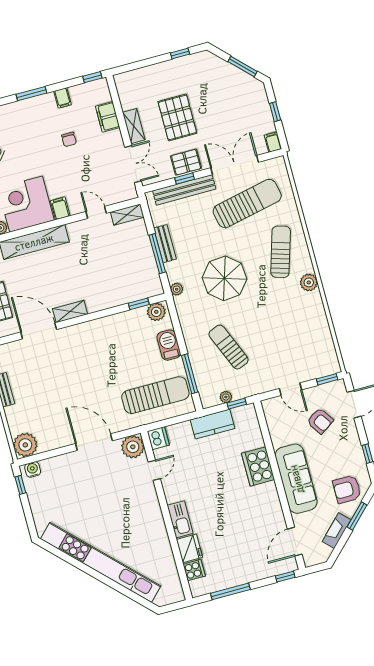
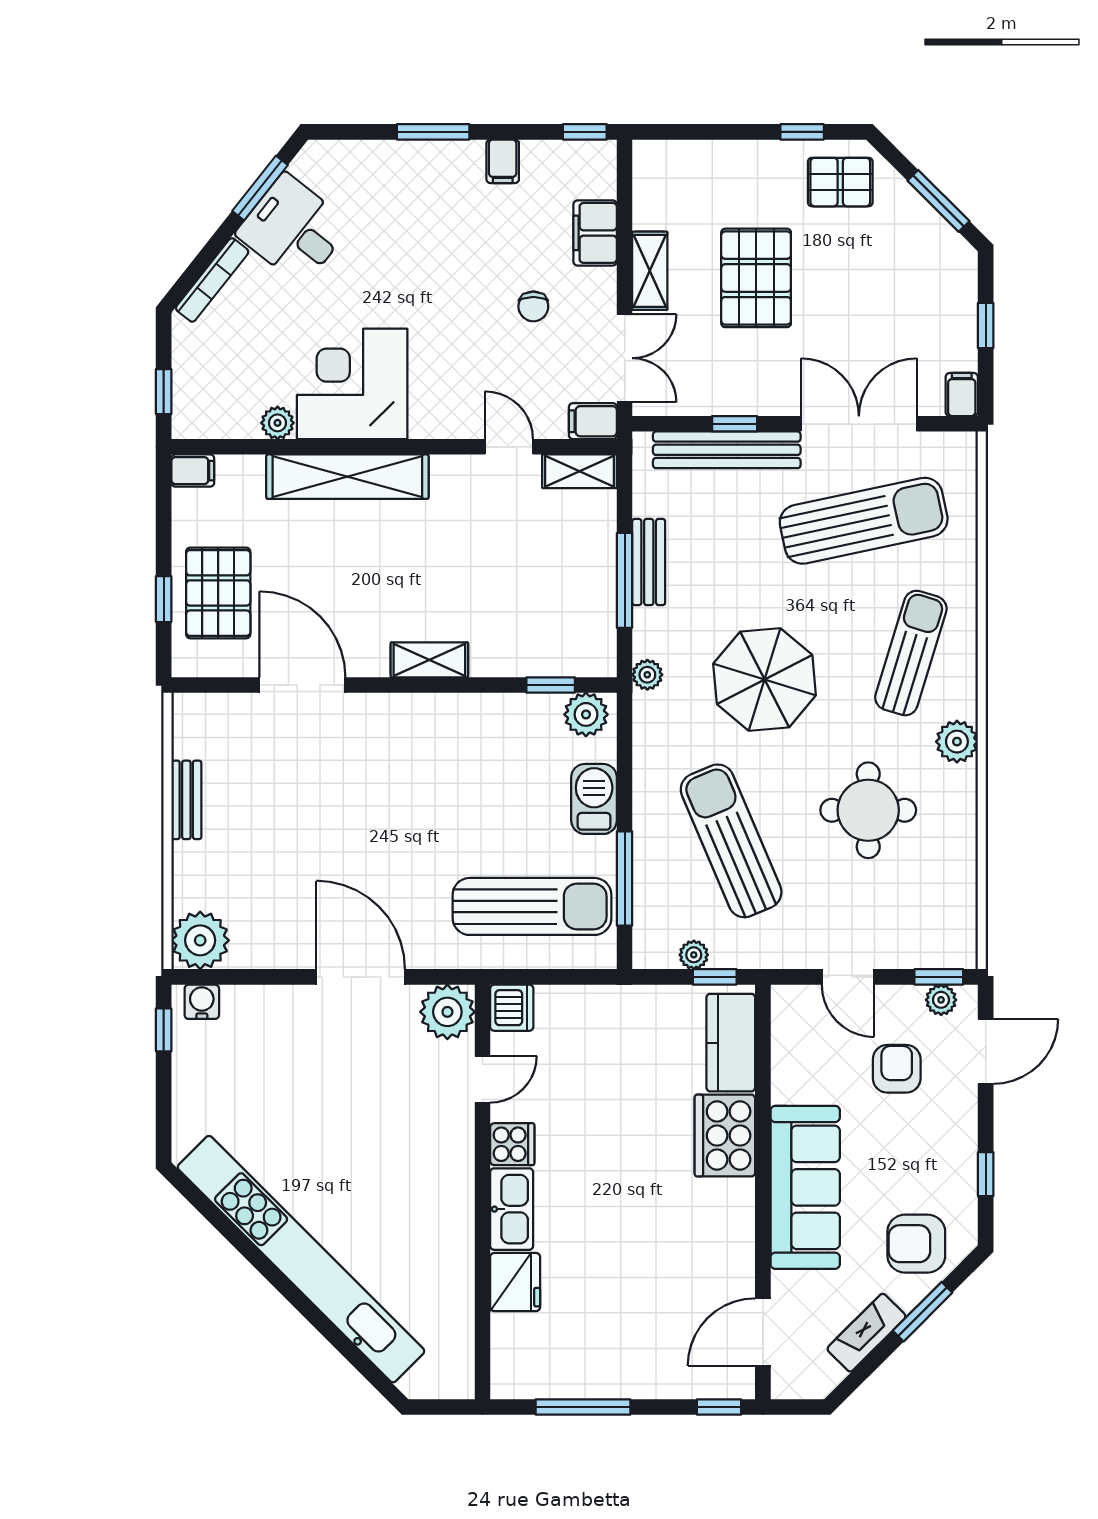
chair: (69, 139) -> (533, 306), moved
pallet: (186, 162) -> (840, 182), moved
filing cabinet: (60, 208) -> (593, 421), moved, turned -90
shelving: (70, 312) -> (429, 660), moved
round table: (280, 320) -> (868, 810), added
sun lounger: (229, 347) -> (731, 841), width x1.36, depth x1.34
plant: (330, 388) -> (941, 1000), added
armchair: (320, 421) -> (897, 1069), turned -146
kitchen counter: (213, 424) -> (731, 1043), moved, turned 90
cooker: (194, 570) -> (512, 1144), moved

